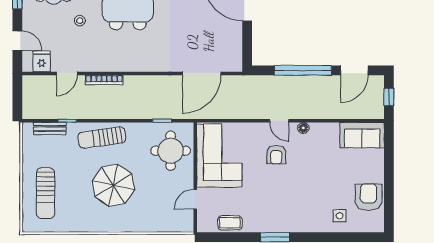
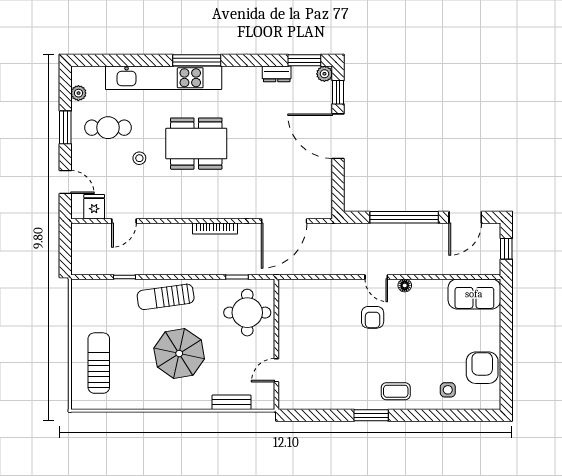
bookcase: (104, 80) -> (215, 228), moved
bench: (50, 128) -> (232, 402), moved
corner sofa: (219, 156) -> (305, 318), removed
sun lounger: (46, 193) -> (99, 363), turned 180
coffee table: (230, 223) -> (396, 391), moved

